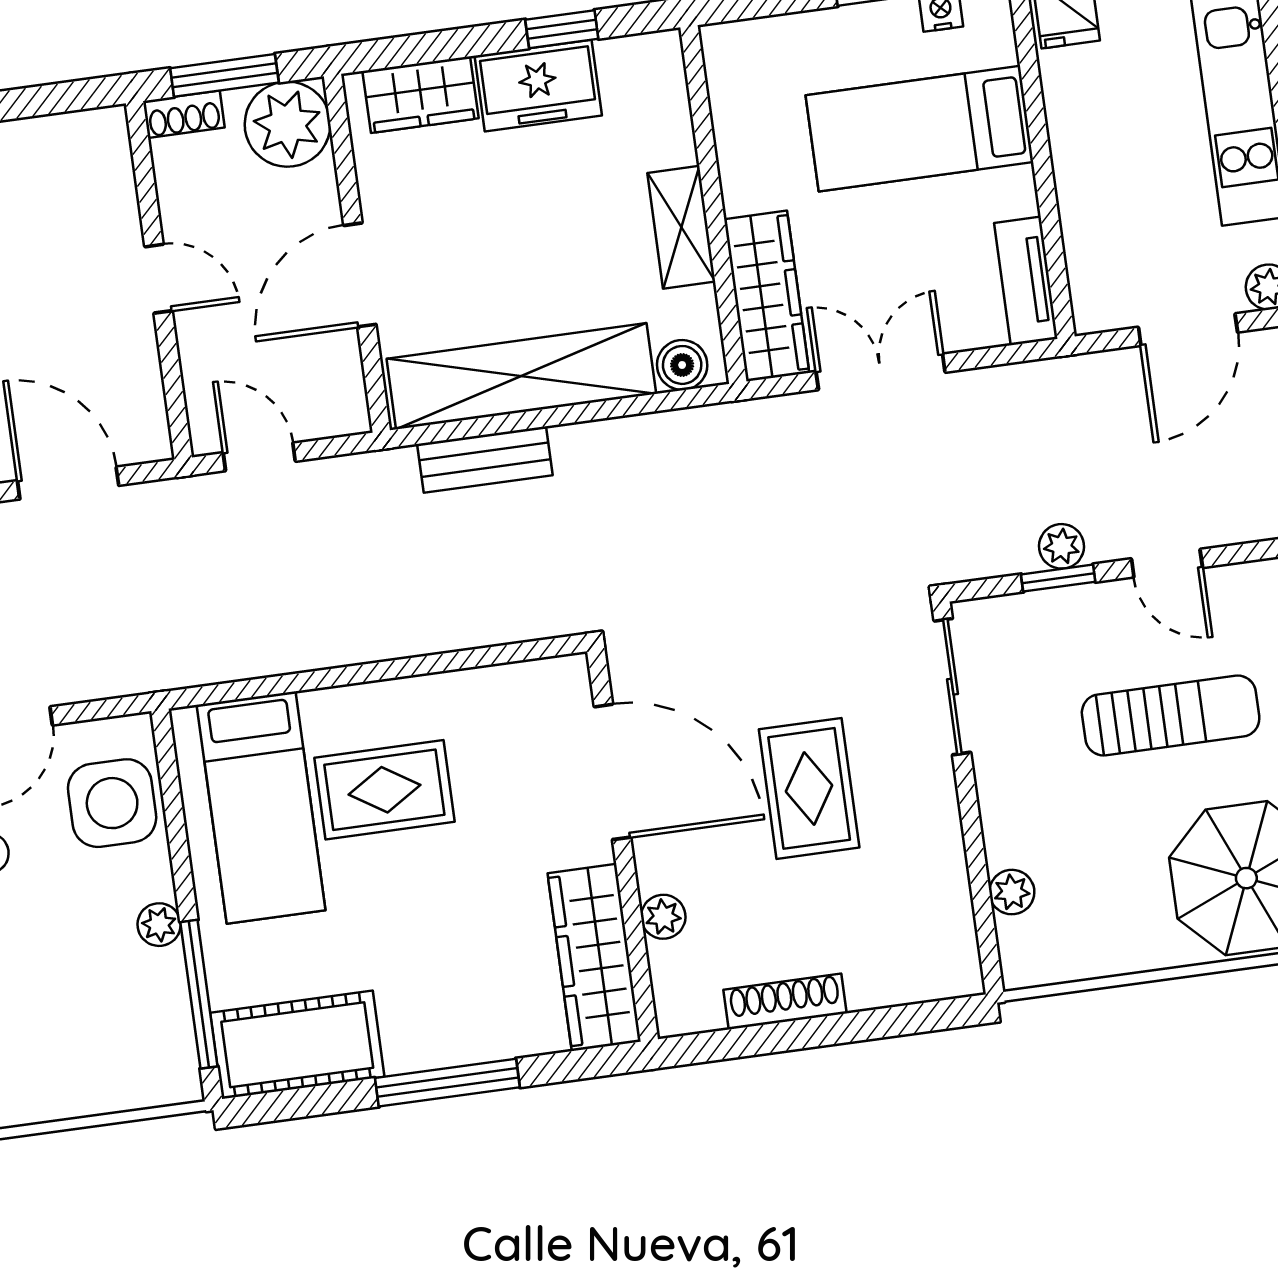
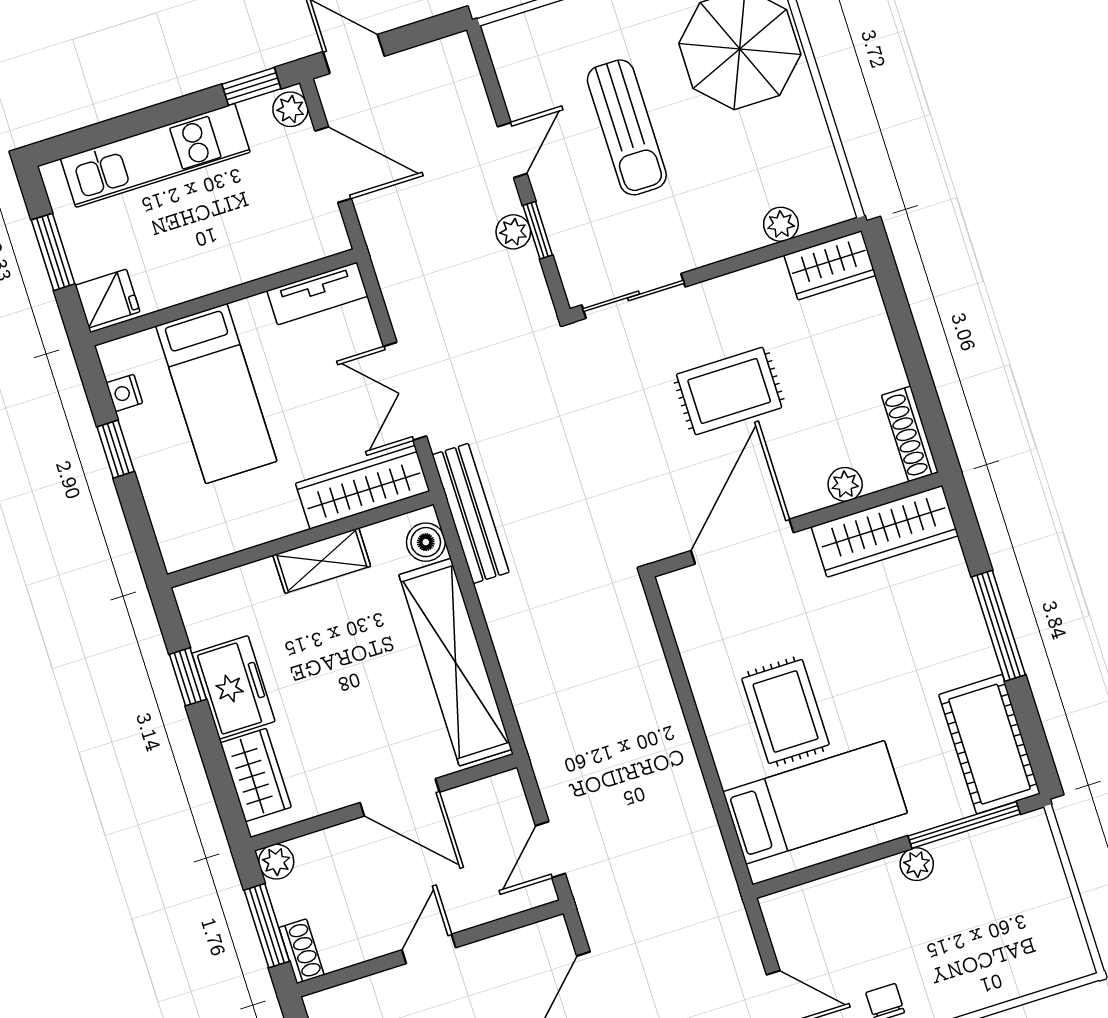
plant: (288, 124) -> (276, 862), width x0.53, depth x0.53
bench: (485, 460) -> (471, 514), moved, width x1.36
sun lounger: (1171, 715) -> (627, 127), turned 180
side table: (112, 803) -> (831, 916), removed
wardrobe: (948, 946) -> (830, 265), added
shoe rack: (785, 1002) -> (910, 434), moved

